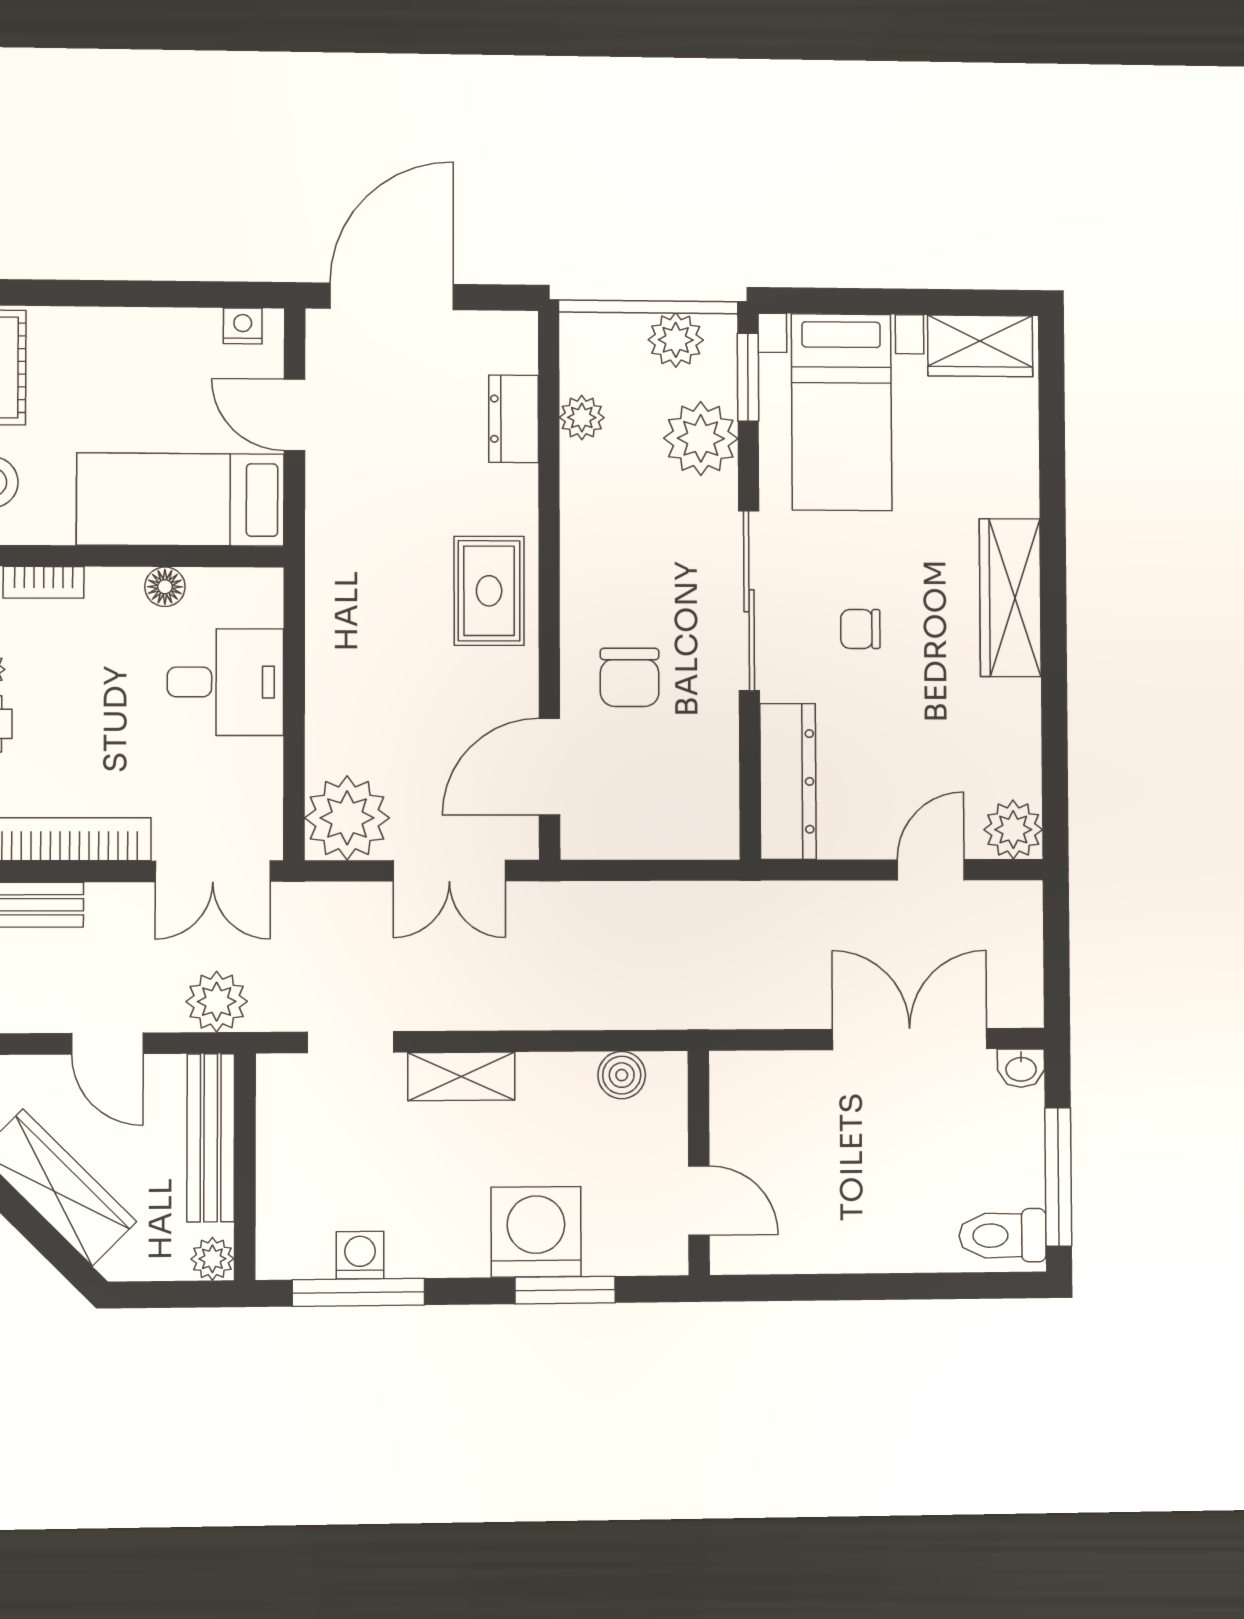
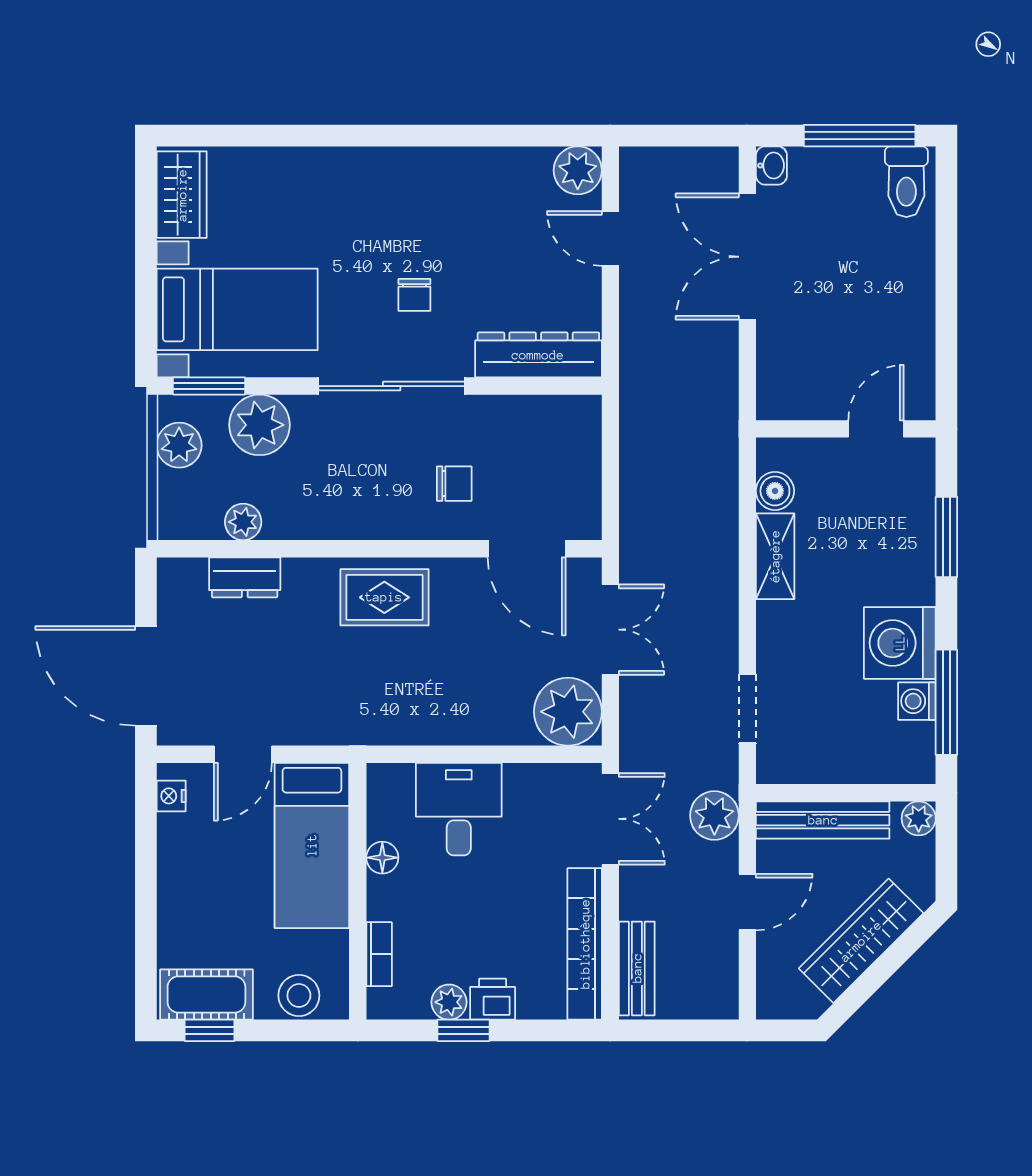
wardrobe: (1010, 598) -> (388, 171), removed
chair: (630, 677) -> (454, 484), width x0.73, depth x0.73
shelving: (461, 1076) -> (775, 556), moved
washing machine: (536, 1232) -> (900, 643), moved

